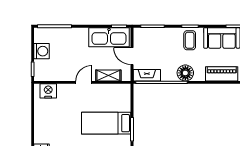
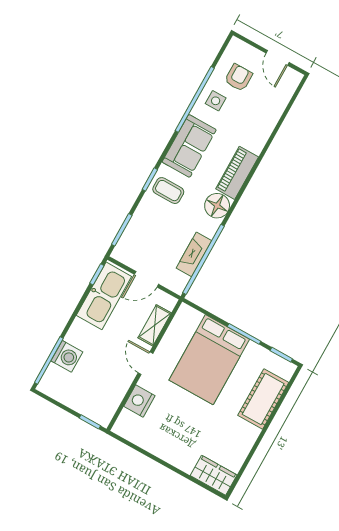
washing machine: (42, 51) -> (67, 356), moved, turned 90
floor lamp: (185, 73) -> (217, 206), moved
fireplace: (147, 75) -> (194, 254), moved
nightstand: (48, 91) -> (139, 401), moved
bed: (106, 123) -> (209, 360), width x1.50

